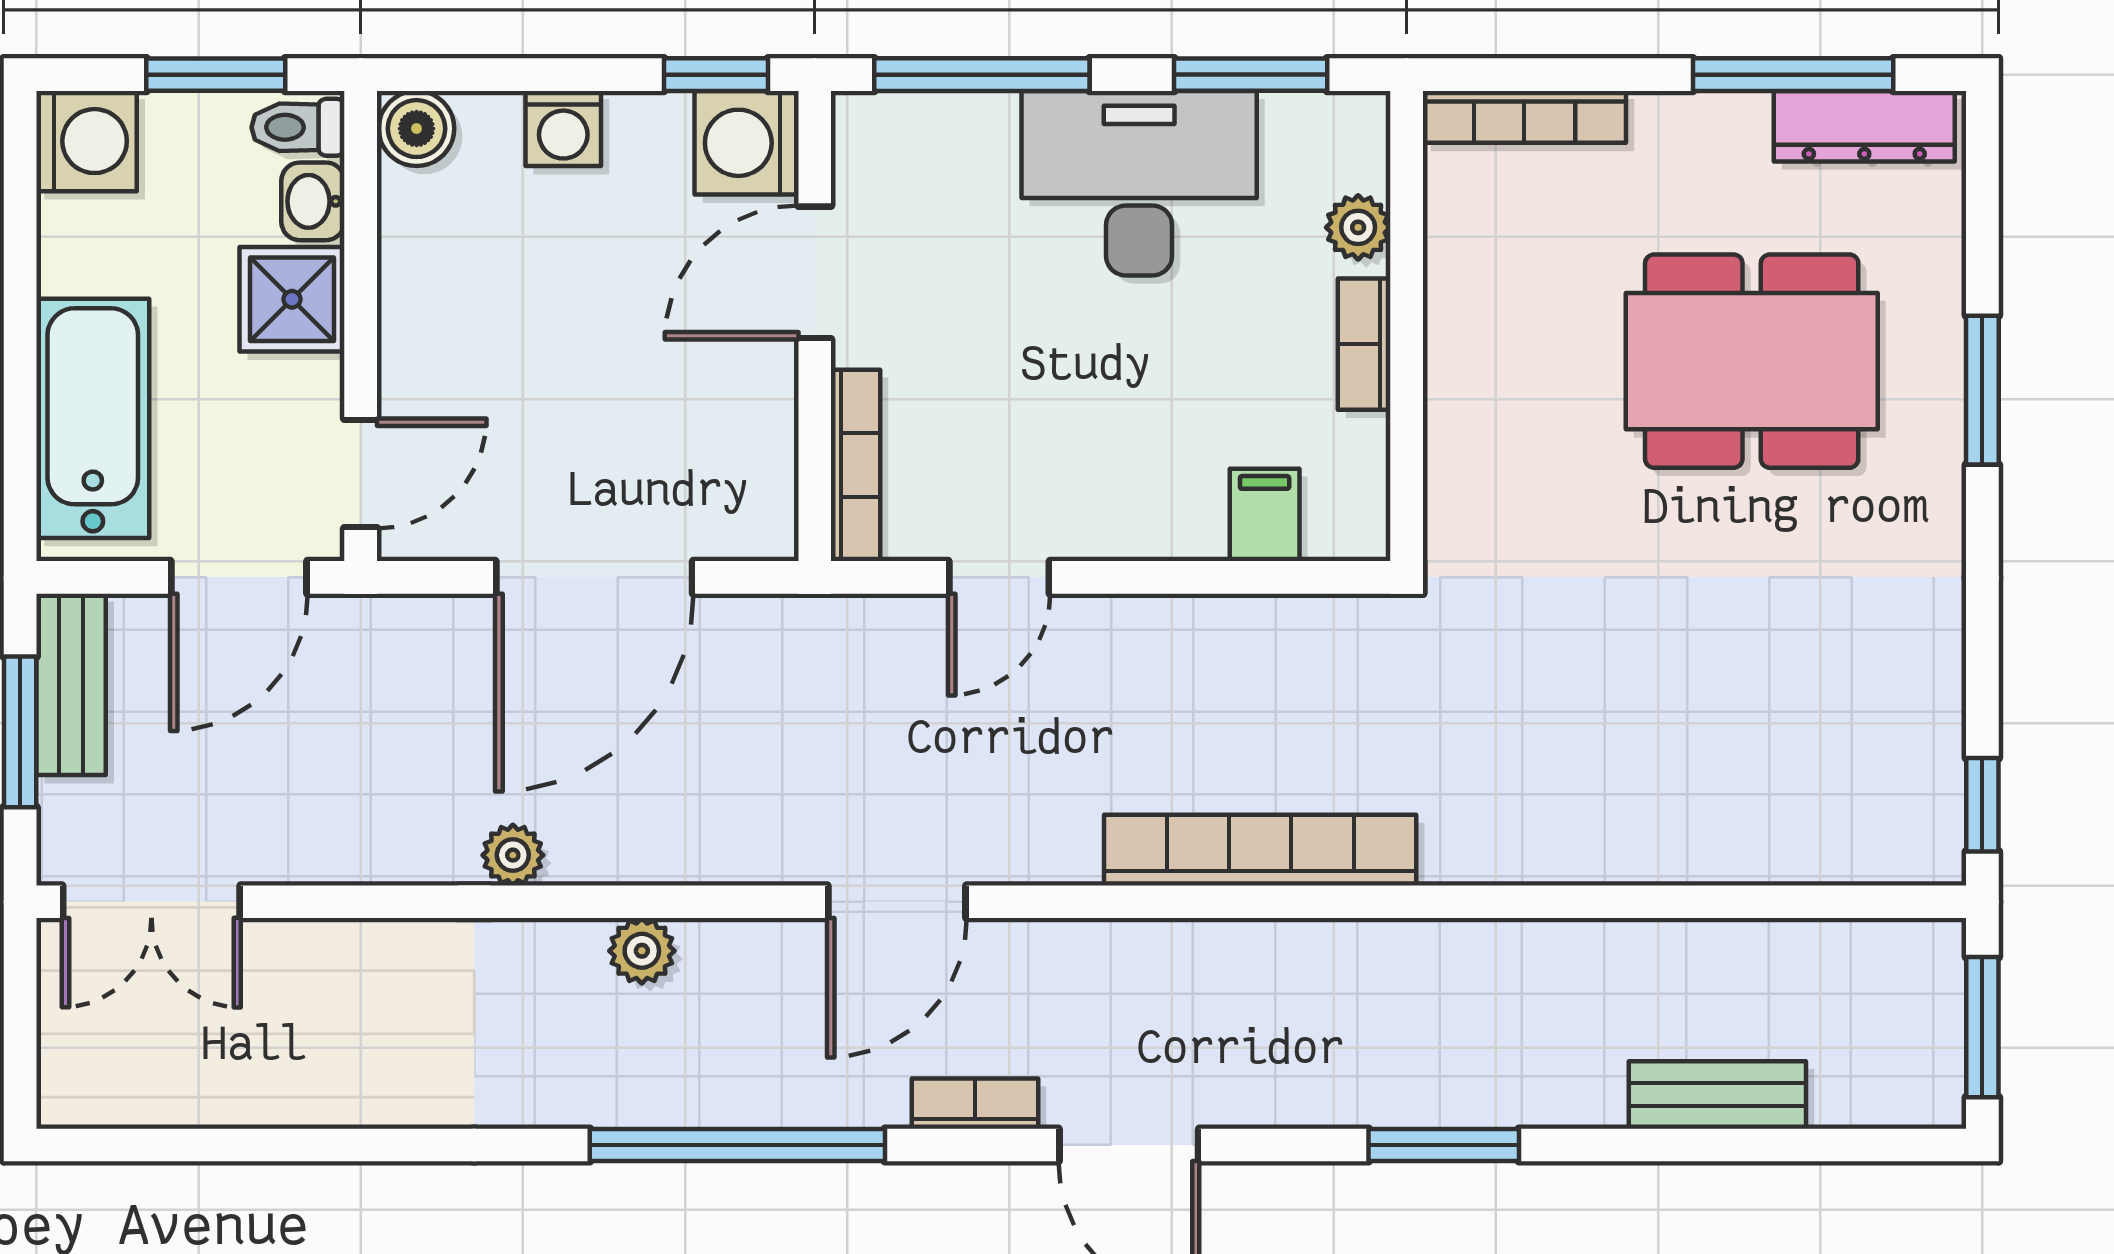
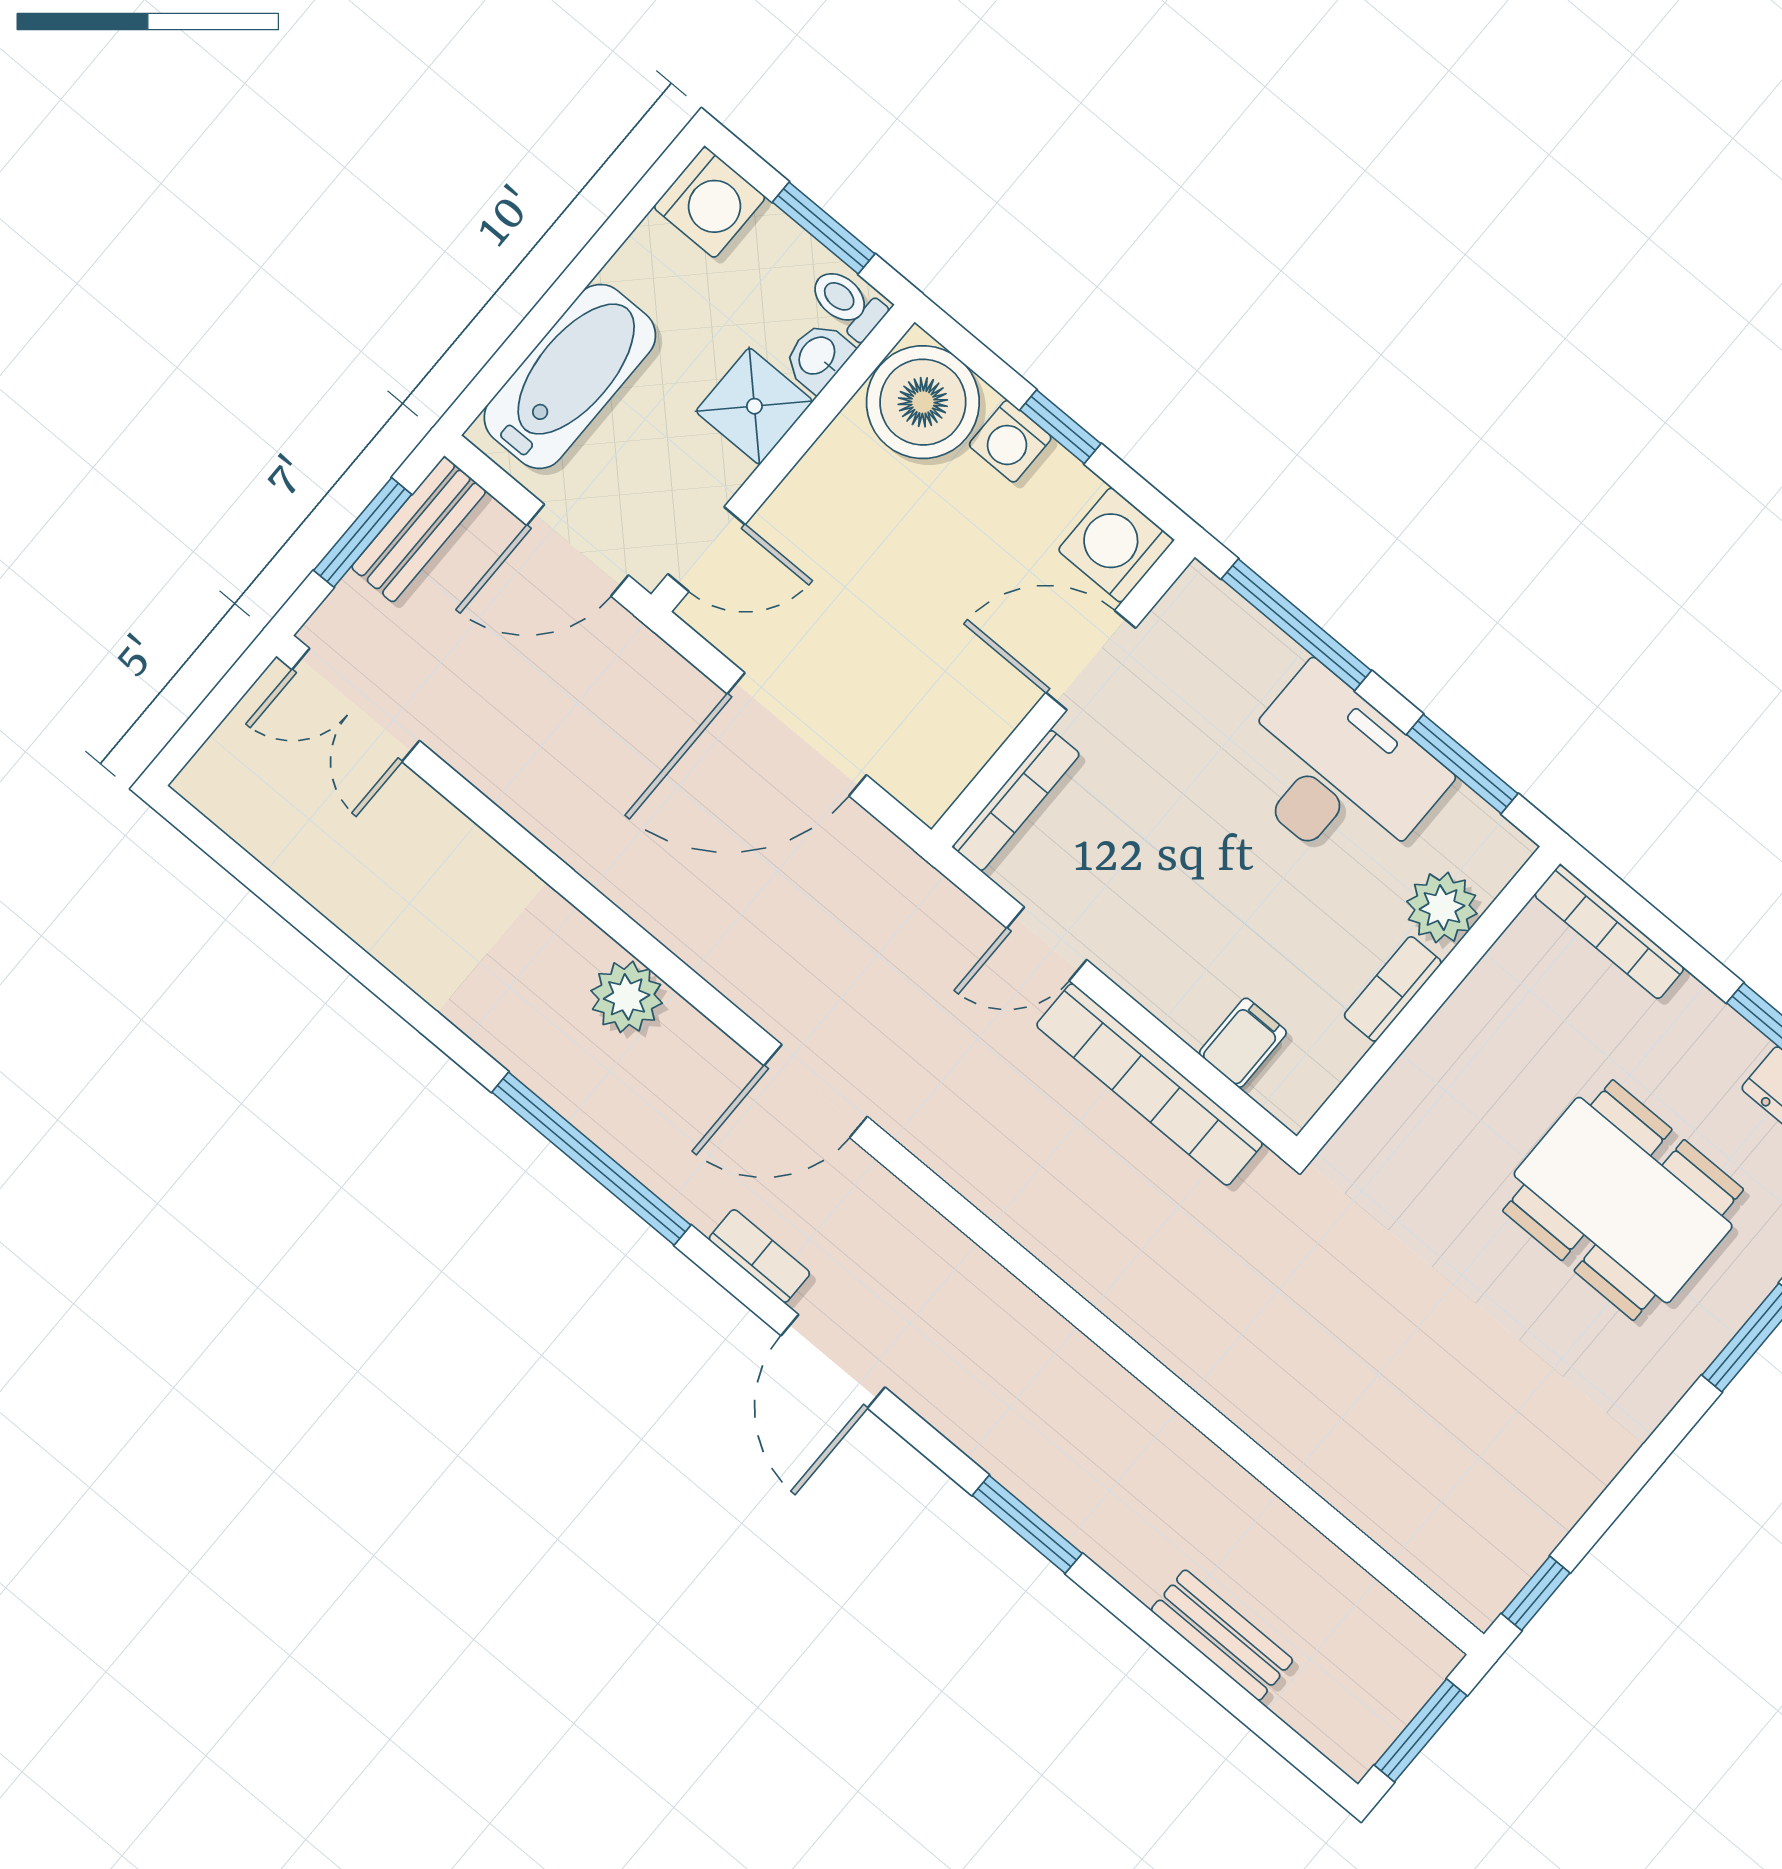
window: (716, 75) -> (1060, 427), moved
boiler: (417, 129) -> (923, 402), width x1.86, depth x1.86
plant: (1358, 227) -> (1442, 907), width x1.38, depth x1.38
bookcase: (1260, 850) -> (1150, 1084), moved, turned 180
plant: (513, 855) -> (603, 863), removed
plant: (642, 951) -> (627, 997), width x1.38, depth x1.38

